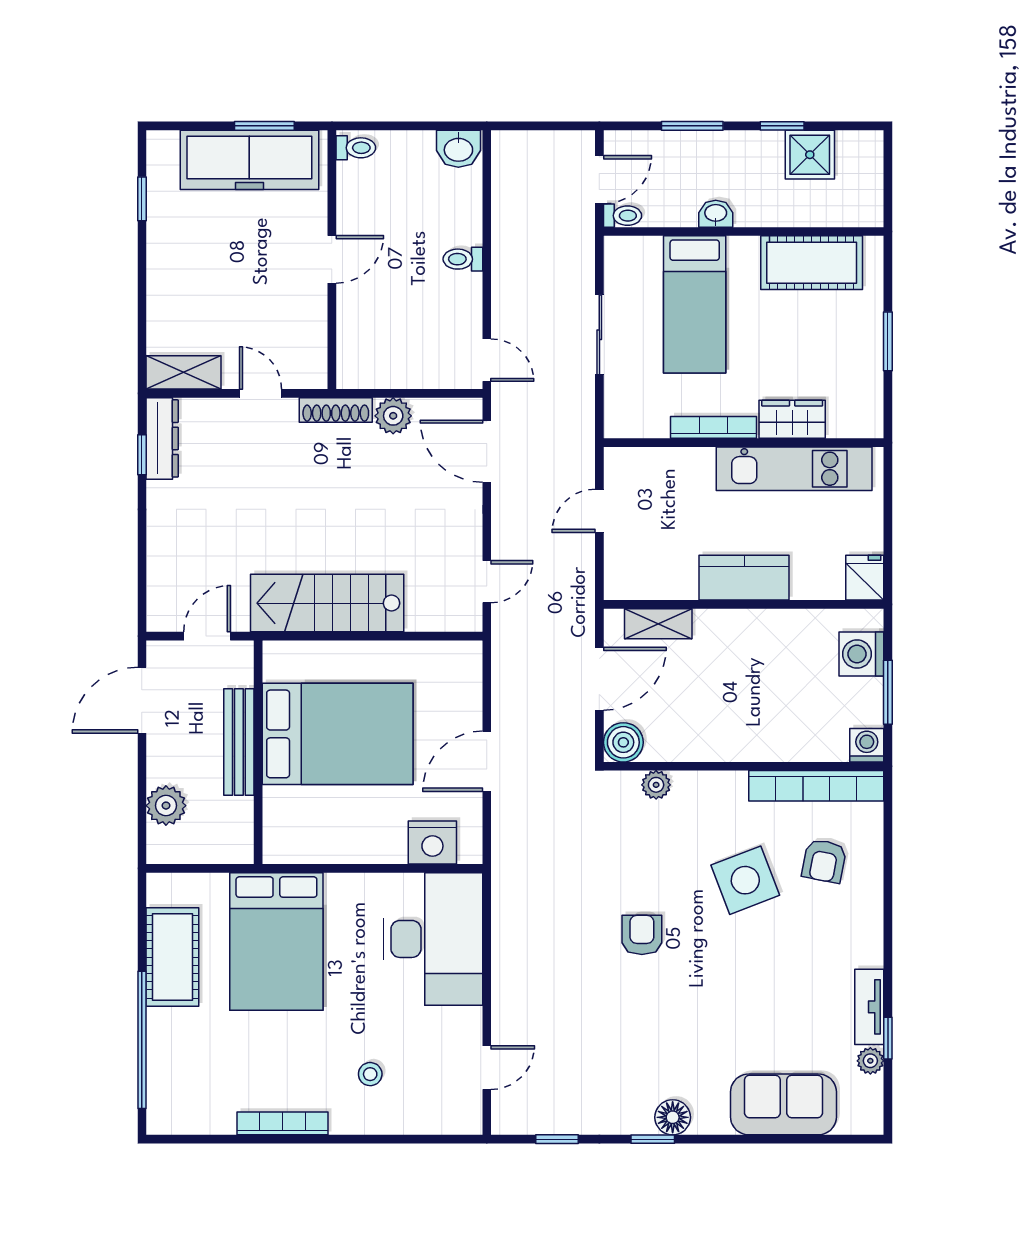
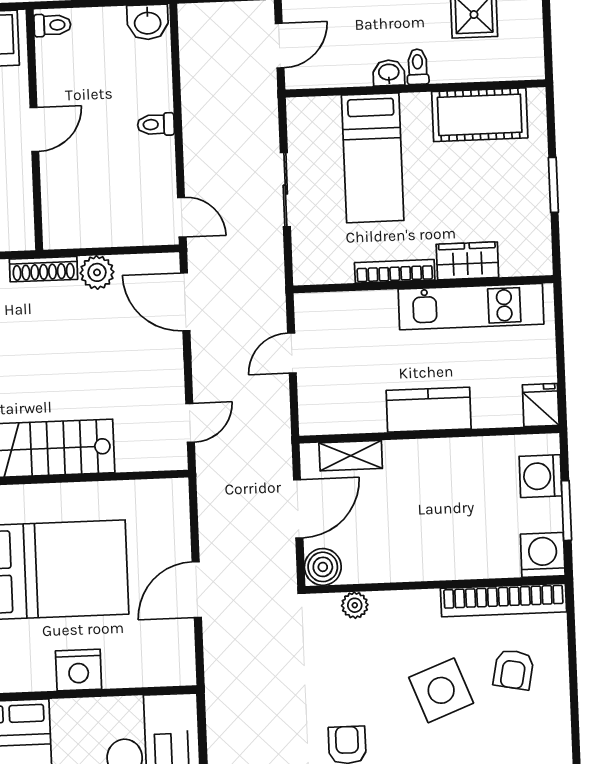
toilet: (623, 216) -> (418, 67), moved, turned -90
washing machine: (867, 745) -> (543, 555), width x1.38, depth x1.38
nightstand: (432, 843) -> (79, 670), moved

